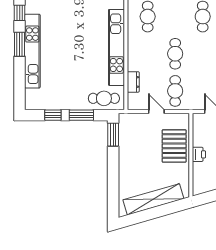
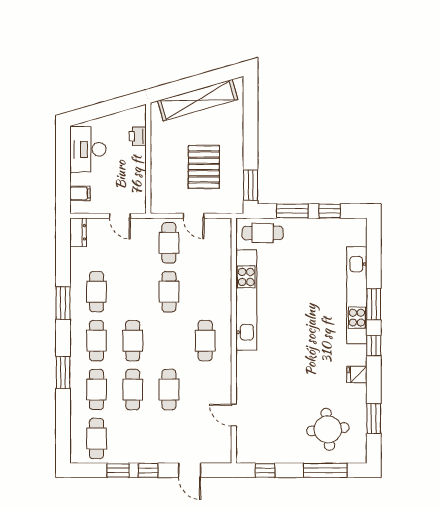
dresser: (133, 82) -> (224, 255), removed
pallet: (174, 146) -> (204, 167), moved
printer: (199, 154) -> (138, 136), moved

